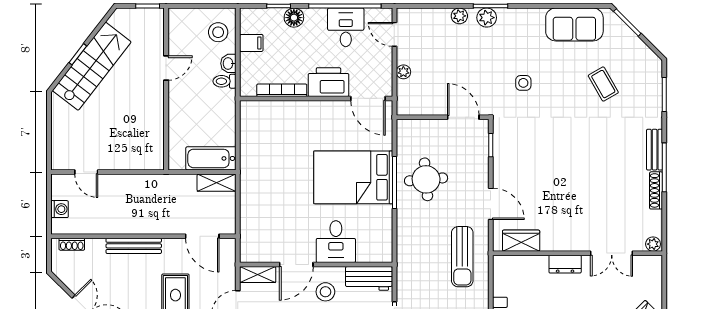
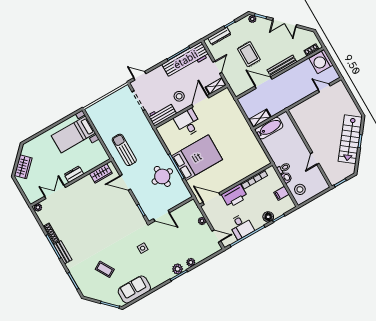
washing machine: (60, 209) -> (321, 62), width x1.89, depth x1.89
door: (202, 236) -> (263, 83), moved

